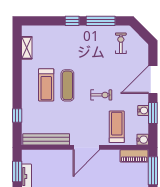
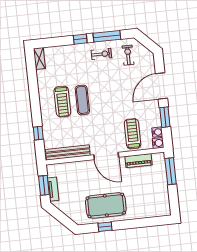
shelving: (27, 48) -> (39, 58), moved
exercise bike: (101, 95) -> (101, 54), moved
water cooler: (143, 110) -> (157, 132), moved
door: (86, 147) -> (106, 156), hinge flipped
piano: (134, 156) -> (138, 161), moved

